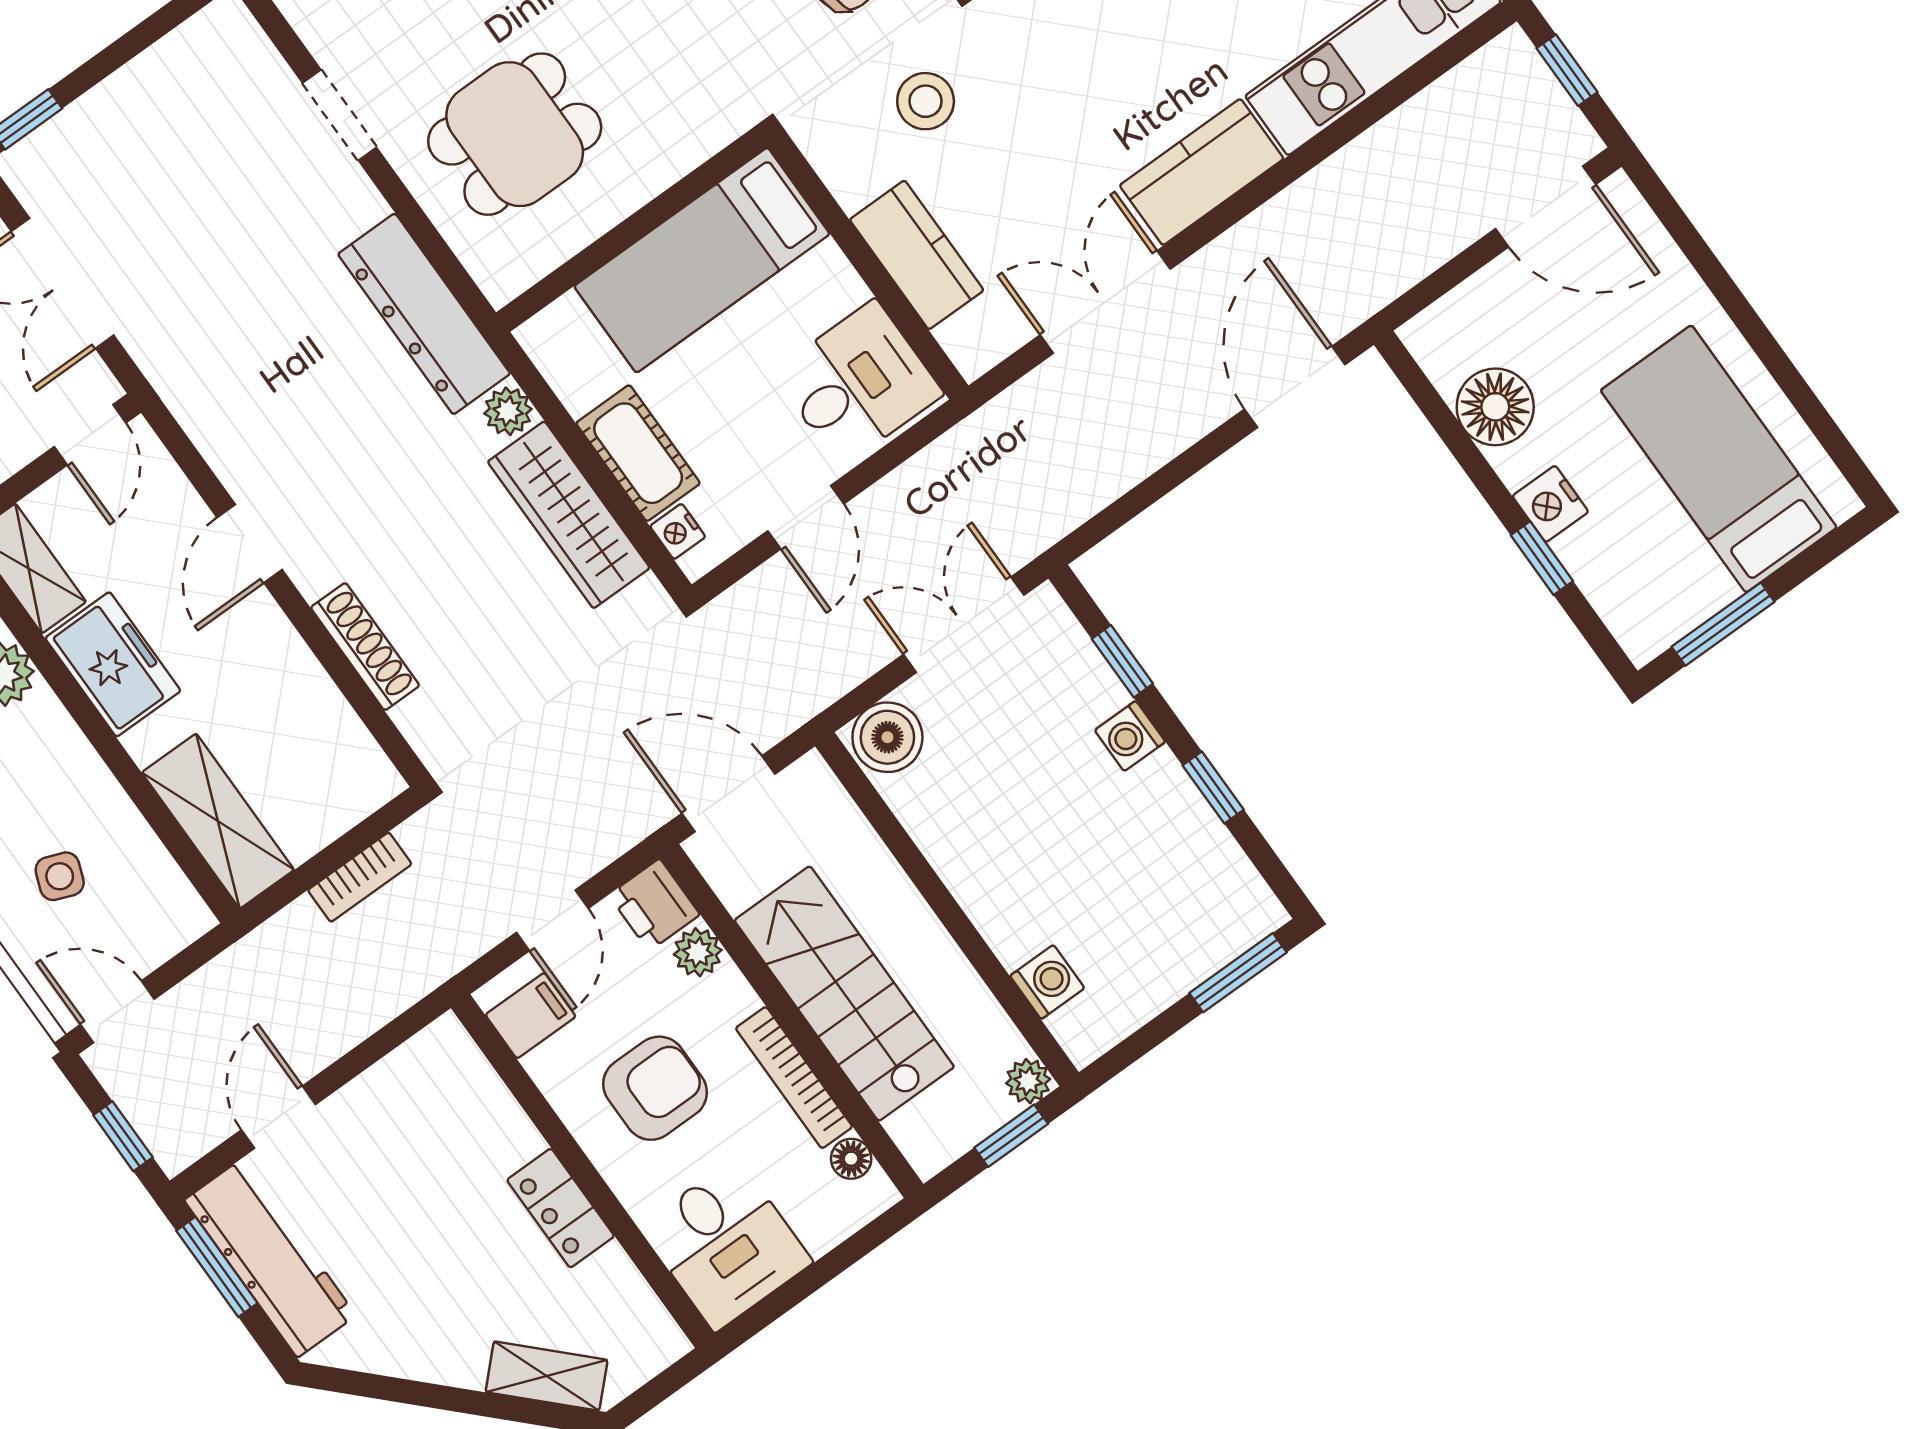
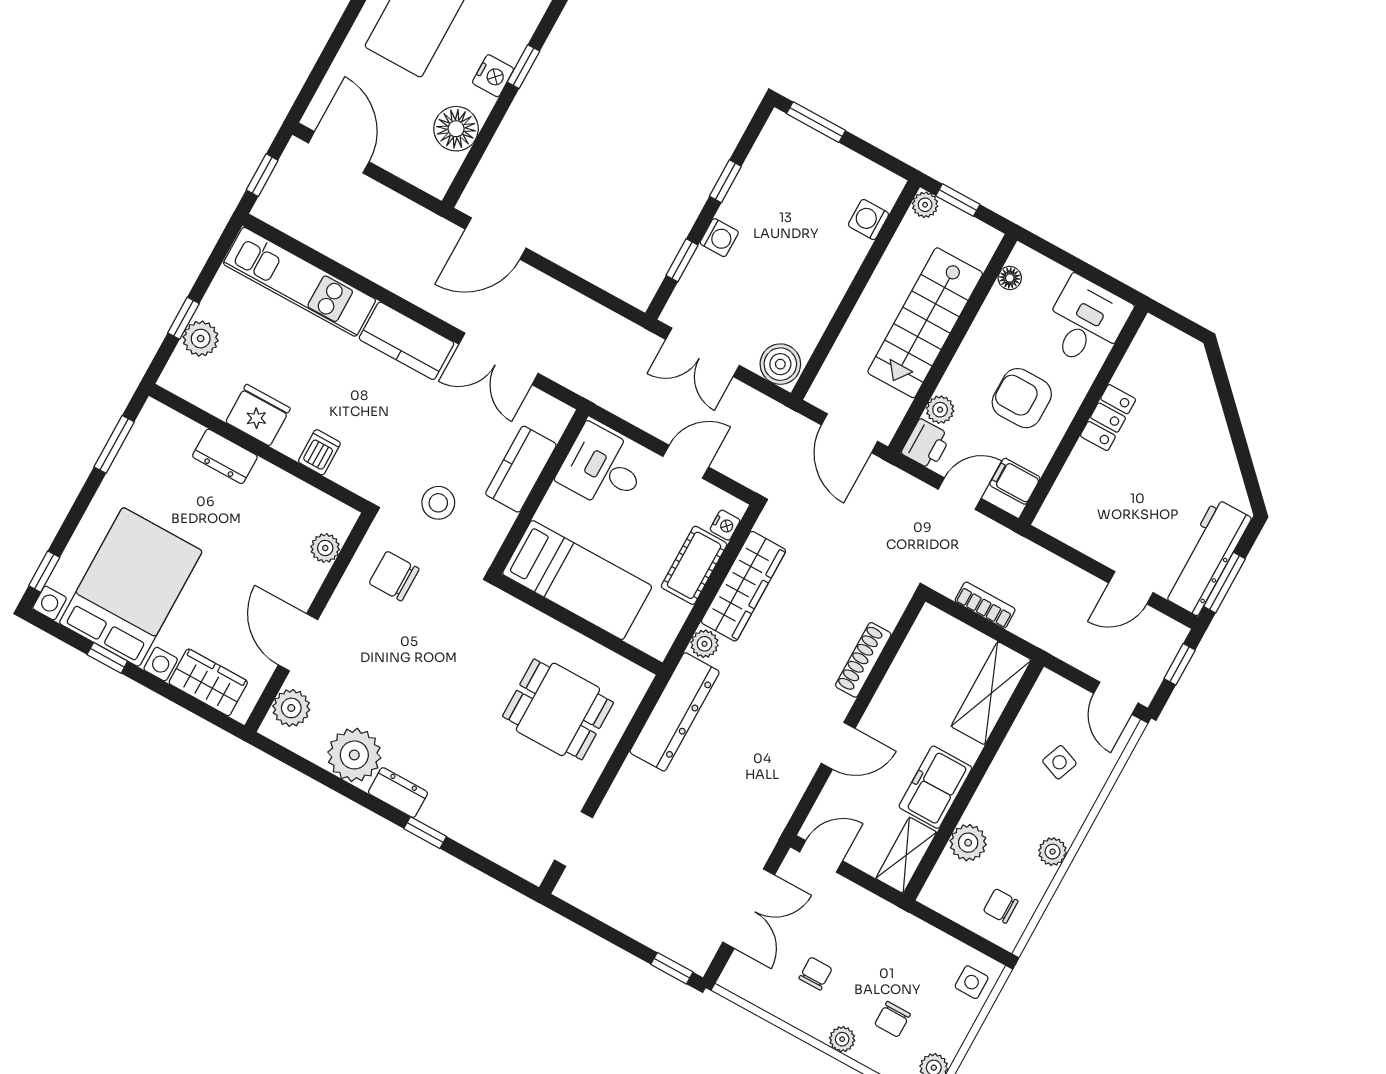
doorway: (340, 115) -> (573, 839), moved
bookcase: (794, 1078) -> (982, 328), removed
shelving: (547, 1376) -> (1199, 383), removed

